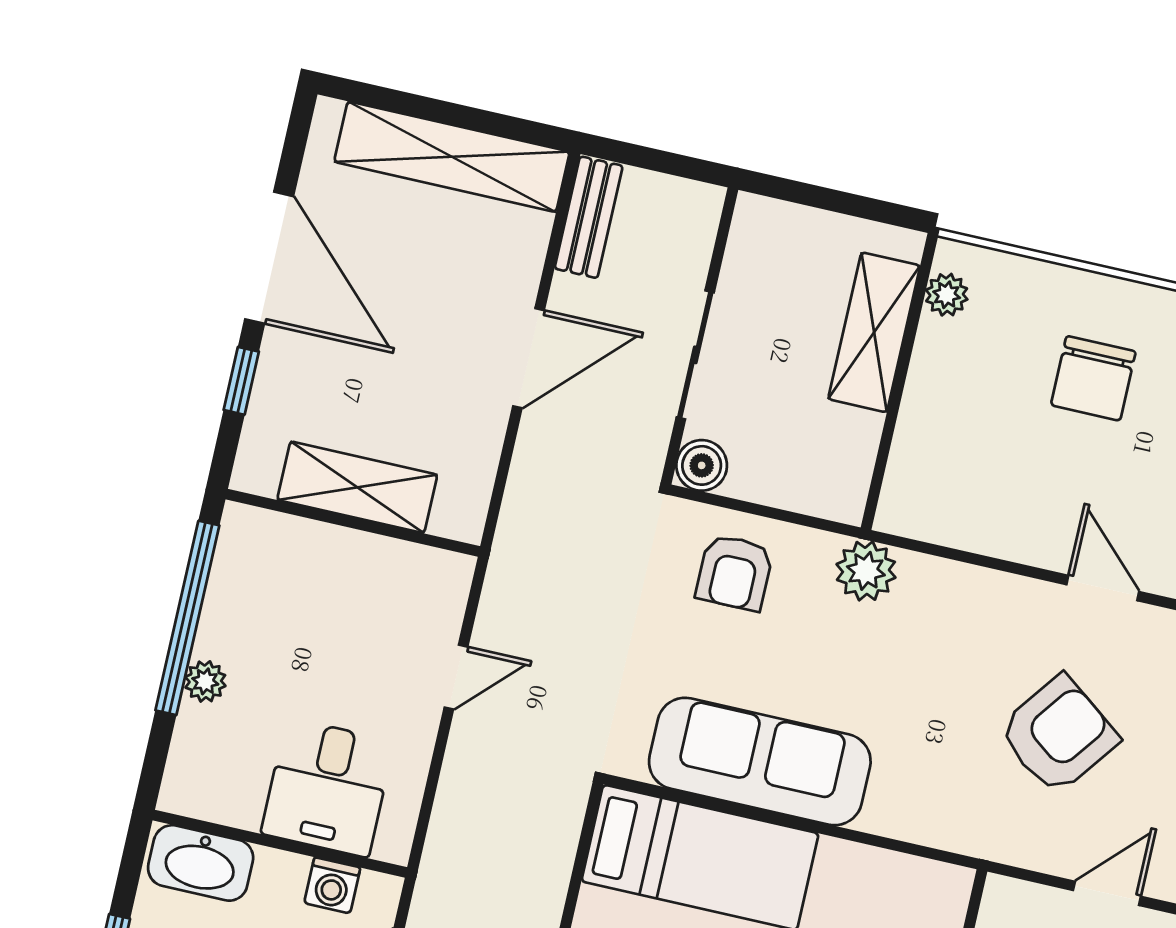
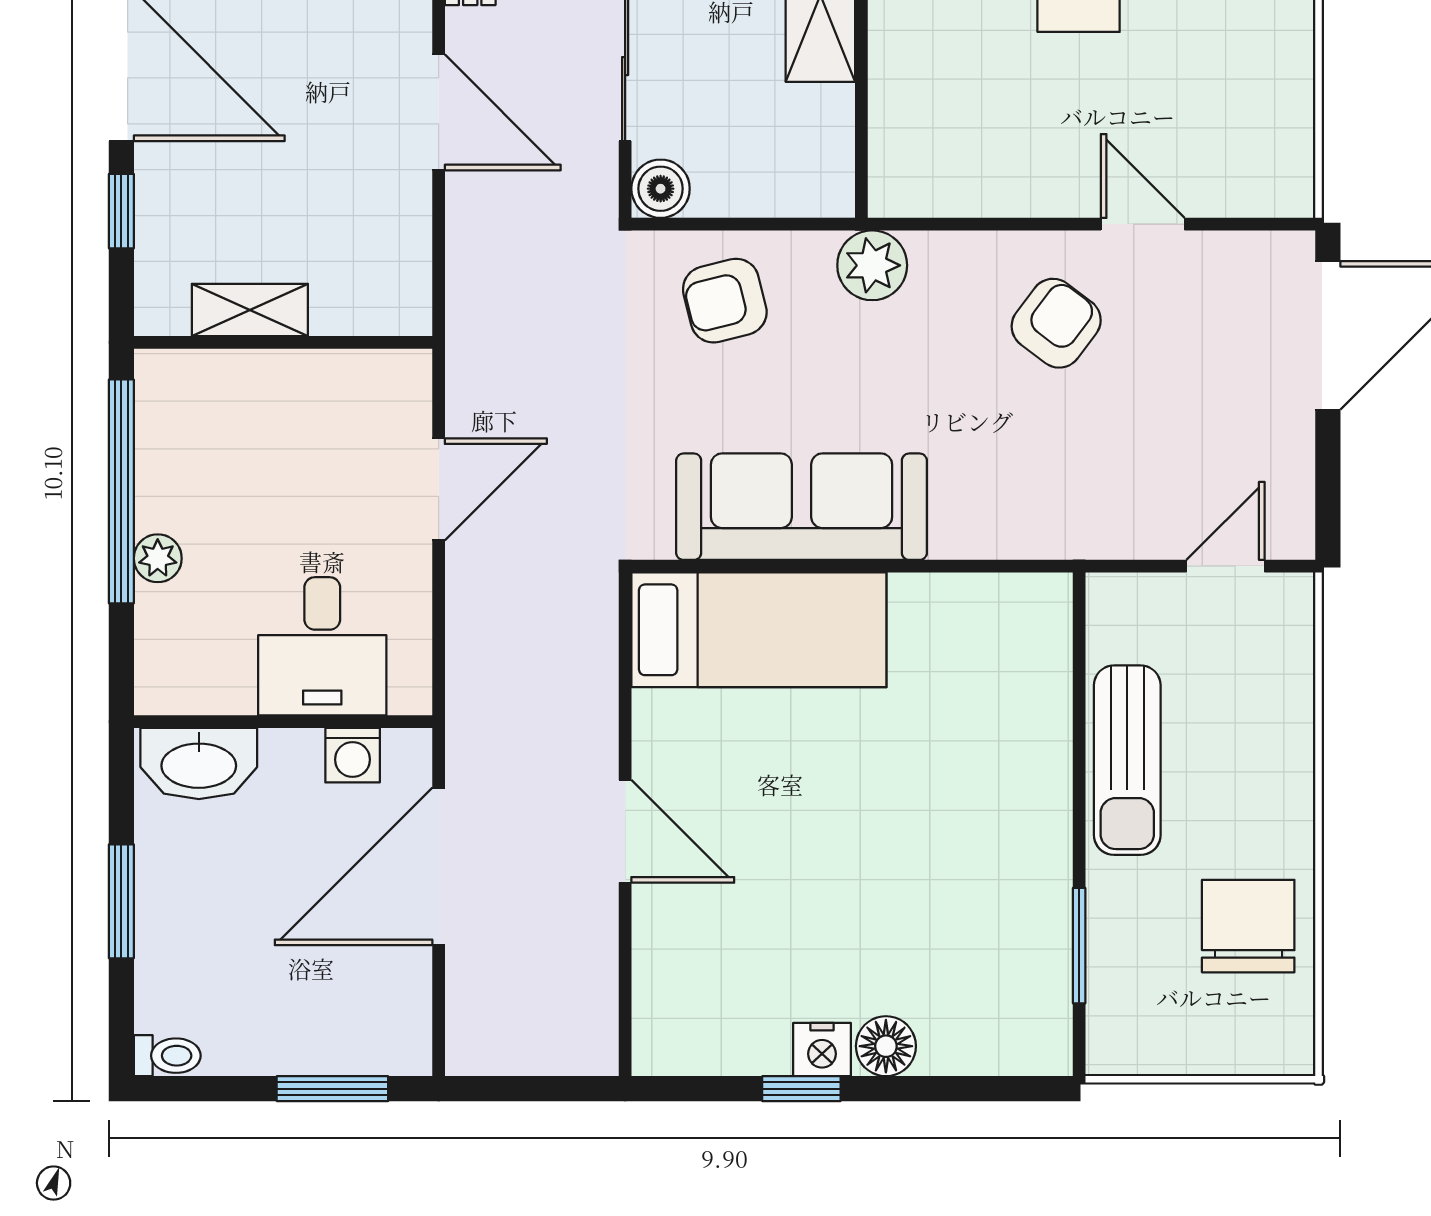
door: (529, 358) -> (439, 112), hinge flipped
shelving: (357, 487) -> (250, 310), width x0.67, depth x0.75
armchair: (735, 572) -> (725, 301), turned 76
door: (456, 677) -> (439, 489), width x1.38
armchair: (1058, 735) -> (1056, 323), moved, width x0.72, depth x0.72

